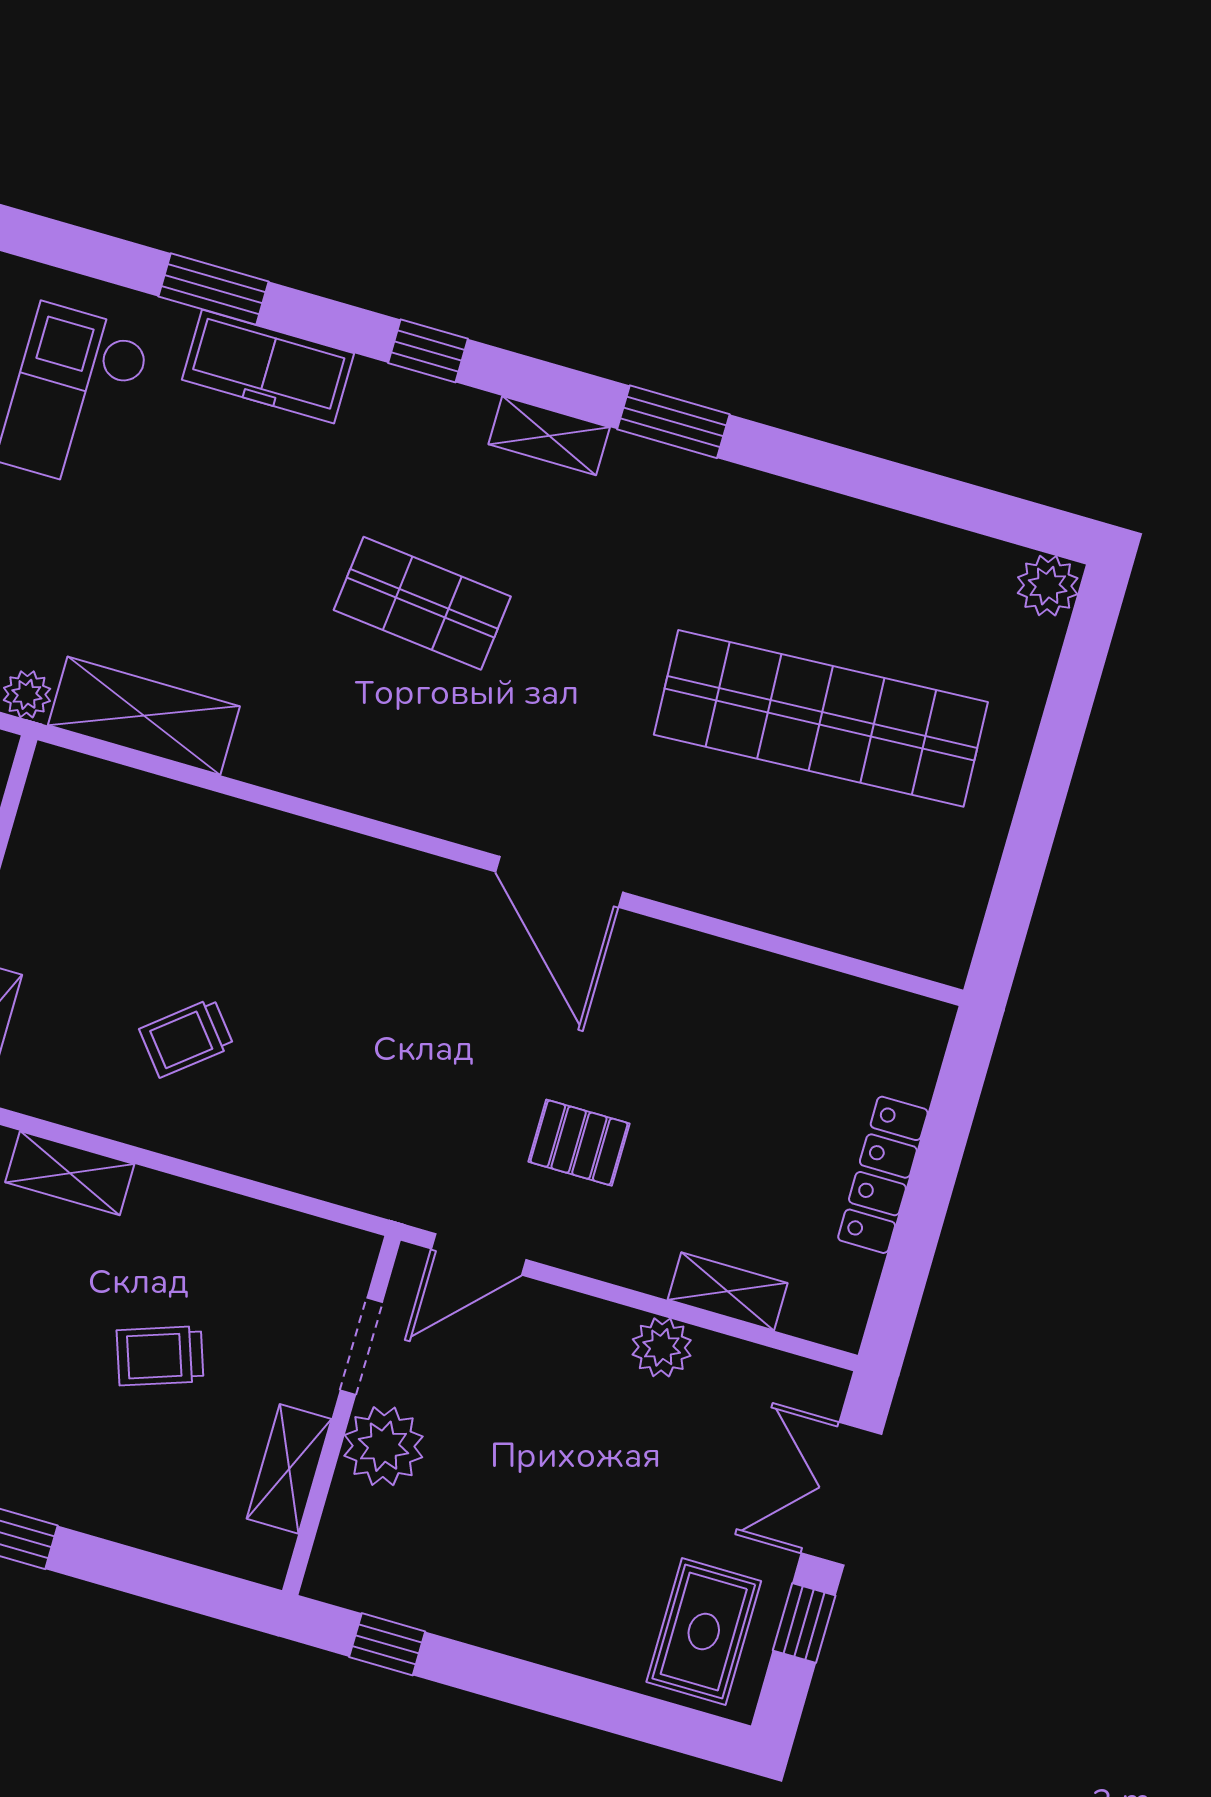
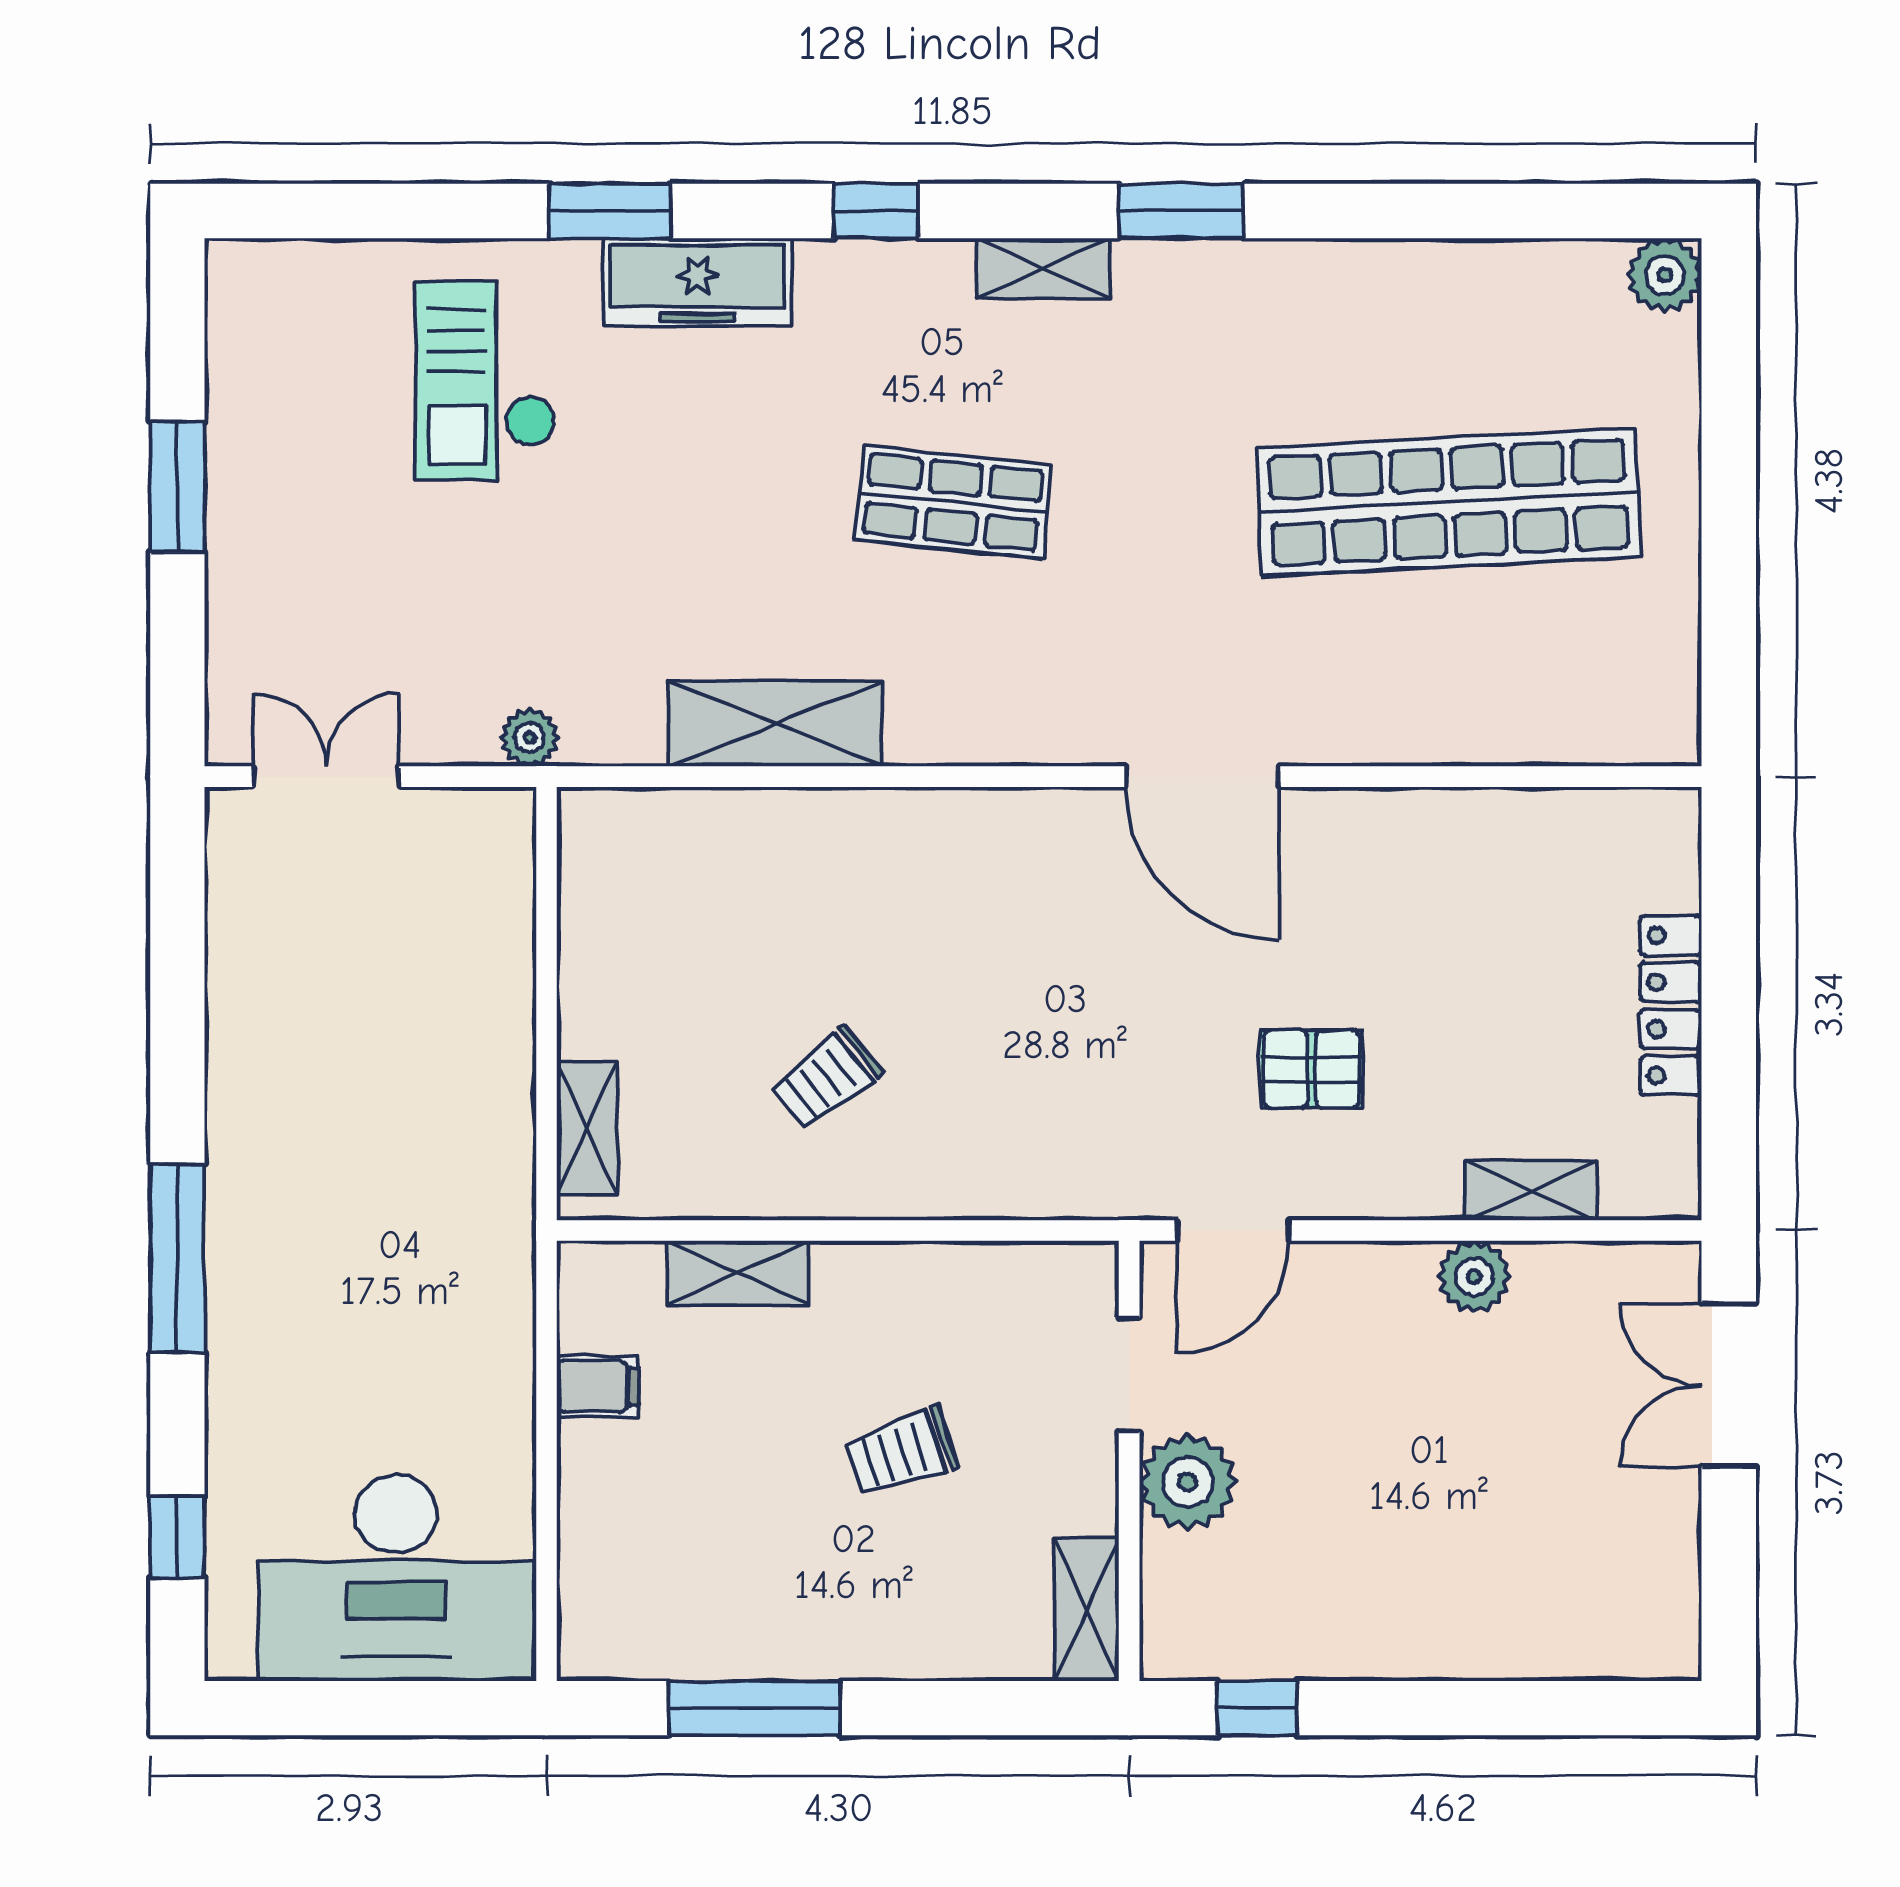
shelving: (144, 716) -> (775, 724), moved
shelving: (289, 1469) -> (1087, 1610), moved
window: (804, 1623) -> (1729, 1546), removed
rug: (704, 1632) -> (1616, 1589), removed

